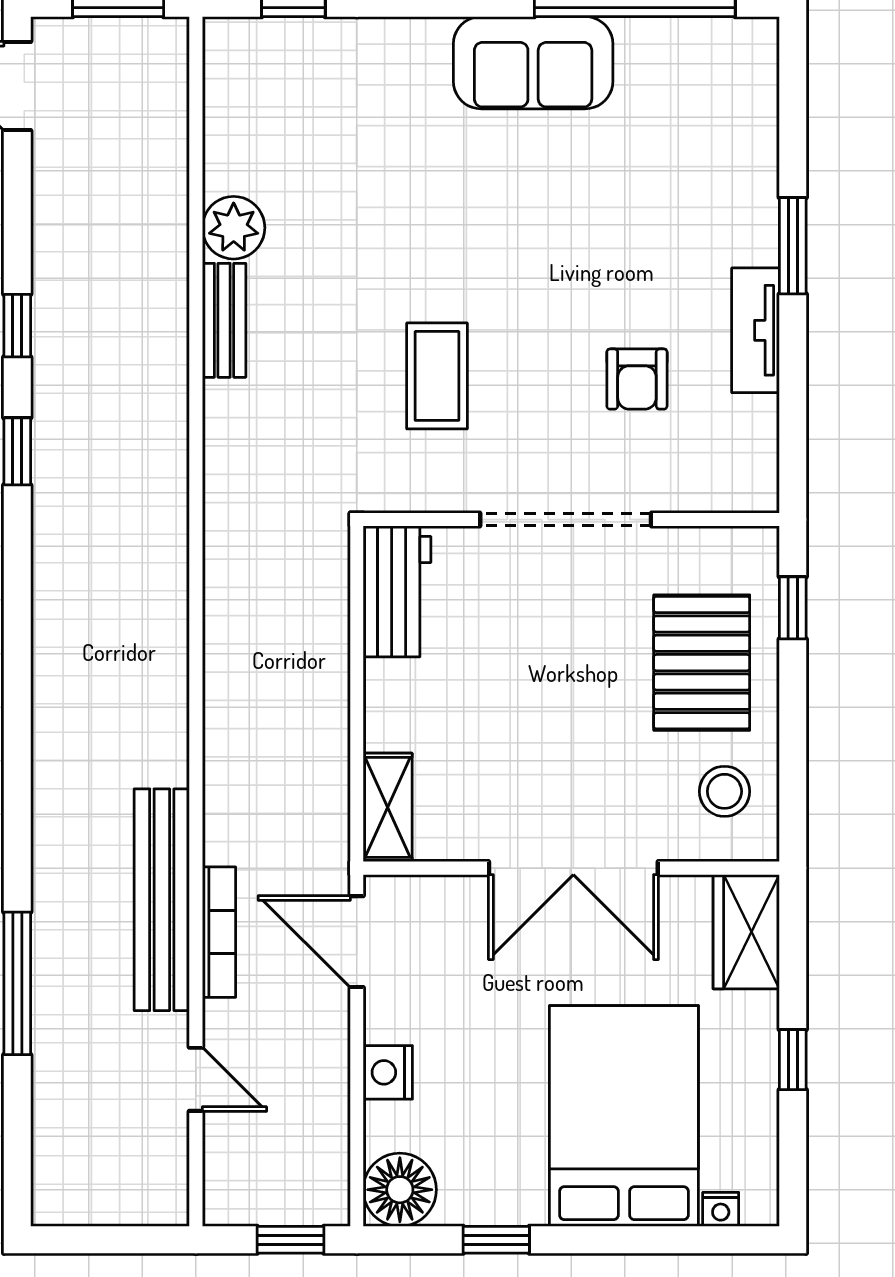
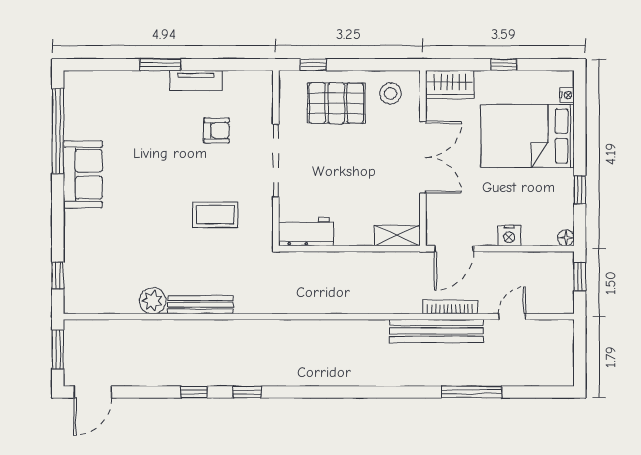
bench: (224, 320) -> (200, 305), width x1.36
floor lamp: (400, 1190) -> (566, 238), width x0.53, depth x0.53

